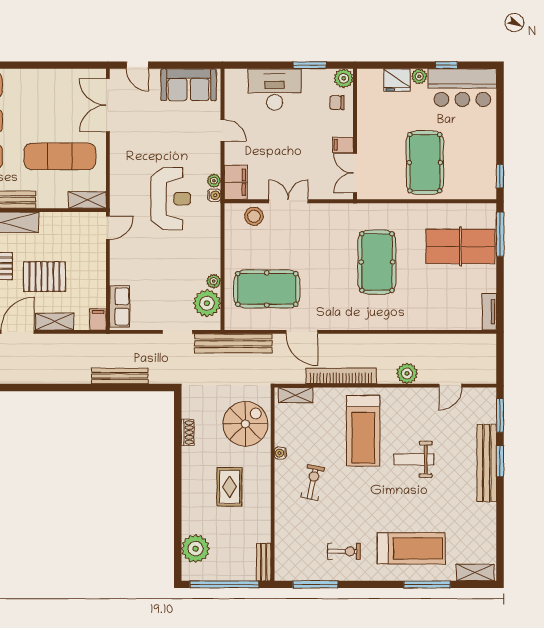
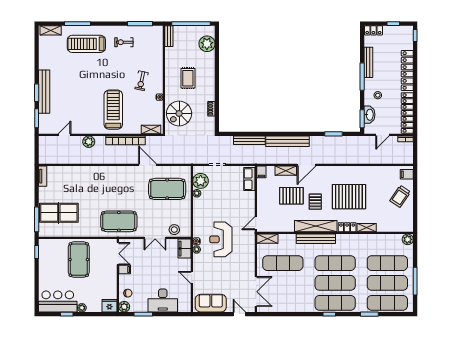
fridge: (397, 80) -> (109, 306), moved
pool table: (377, 262) -> (119, 221), moved, turned 90
bench: (233, 343) -> (287, 141), moved
weight bench: (414, 459) -> (85, 94), removed

